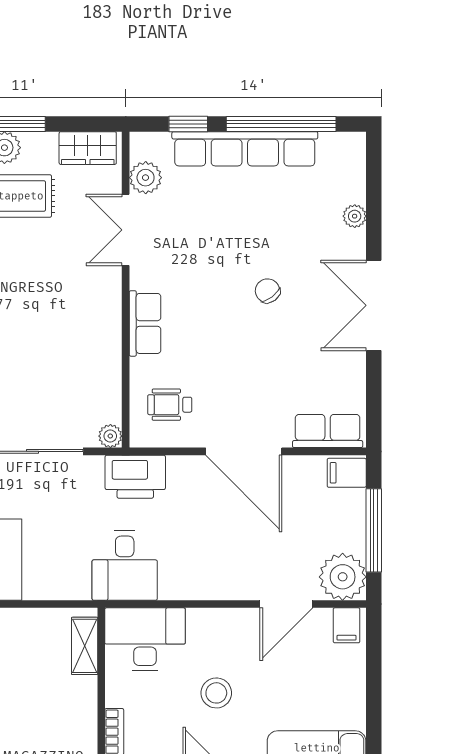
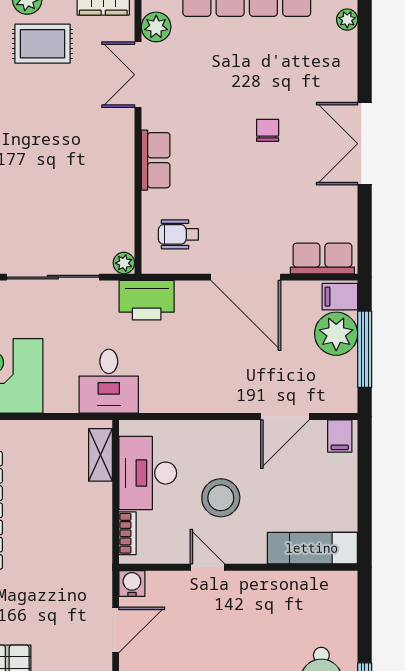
plant: (355, 216) -> (347, 20), moved
chair: (268, 291) -> (268, 130), turned 37
desk: (125, 565) -> (109, 381), moved
plant: (343, 577) -> (336, 334), moved
desk: (145, 639) -> (148, 473), moved, turned -90
stool: (216, 693) -> (221, 498), width x1.38, depth x1.38

